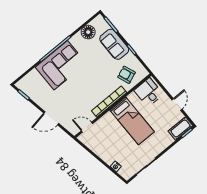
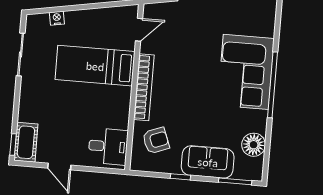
bed: (132, 121) -> (95, 66), moved

